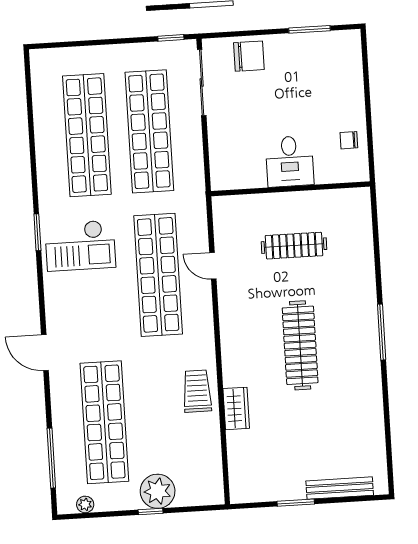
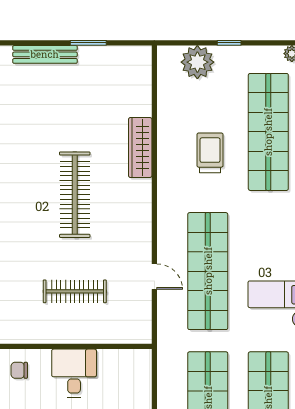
chair: (349, 140) -> (19, 370), moved, turned 180
trolley: (197, 391) -> (210, 153), moved, turned 180
wardrobe: (236, 408) -> (140, 148), width x1.50
plant: (158, 491) -> (197, 62), moved

